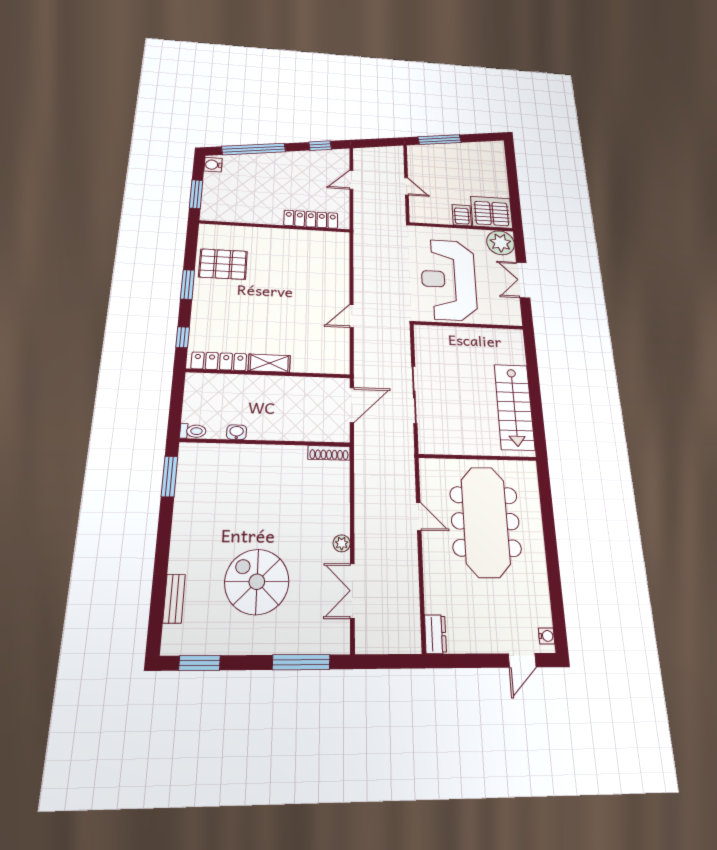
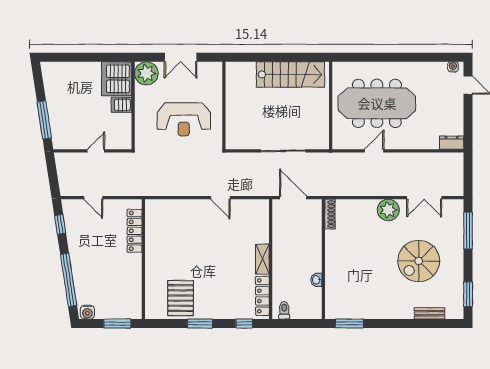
reception desk: (449, 280) -> (184, 119), width x0.74, depth x0.77
toilet: (193, 431) -> (284, 310), moved
plant: (342, 543) -> (388, 210), width x1.87, depth x1.87

